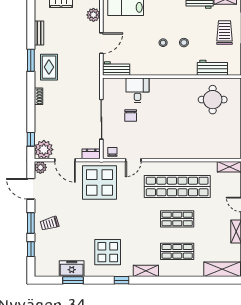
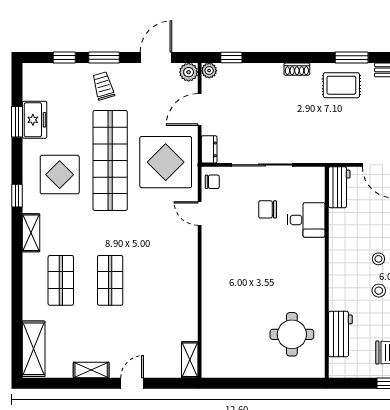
plant: (44, 150) -> (209, 71), width x0.53, depth x0.53
shop shelf: (177, 186) -> (110, 160), moved

